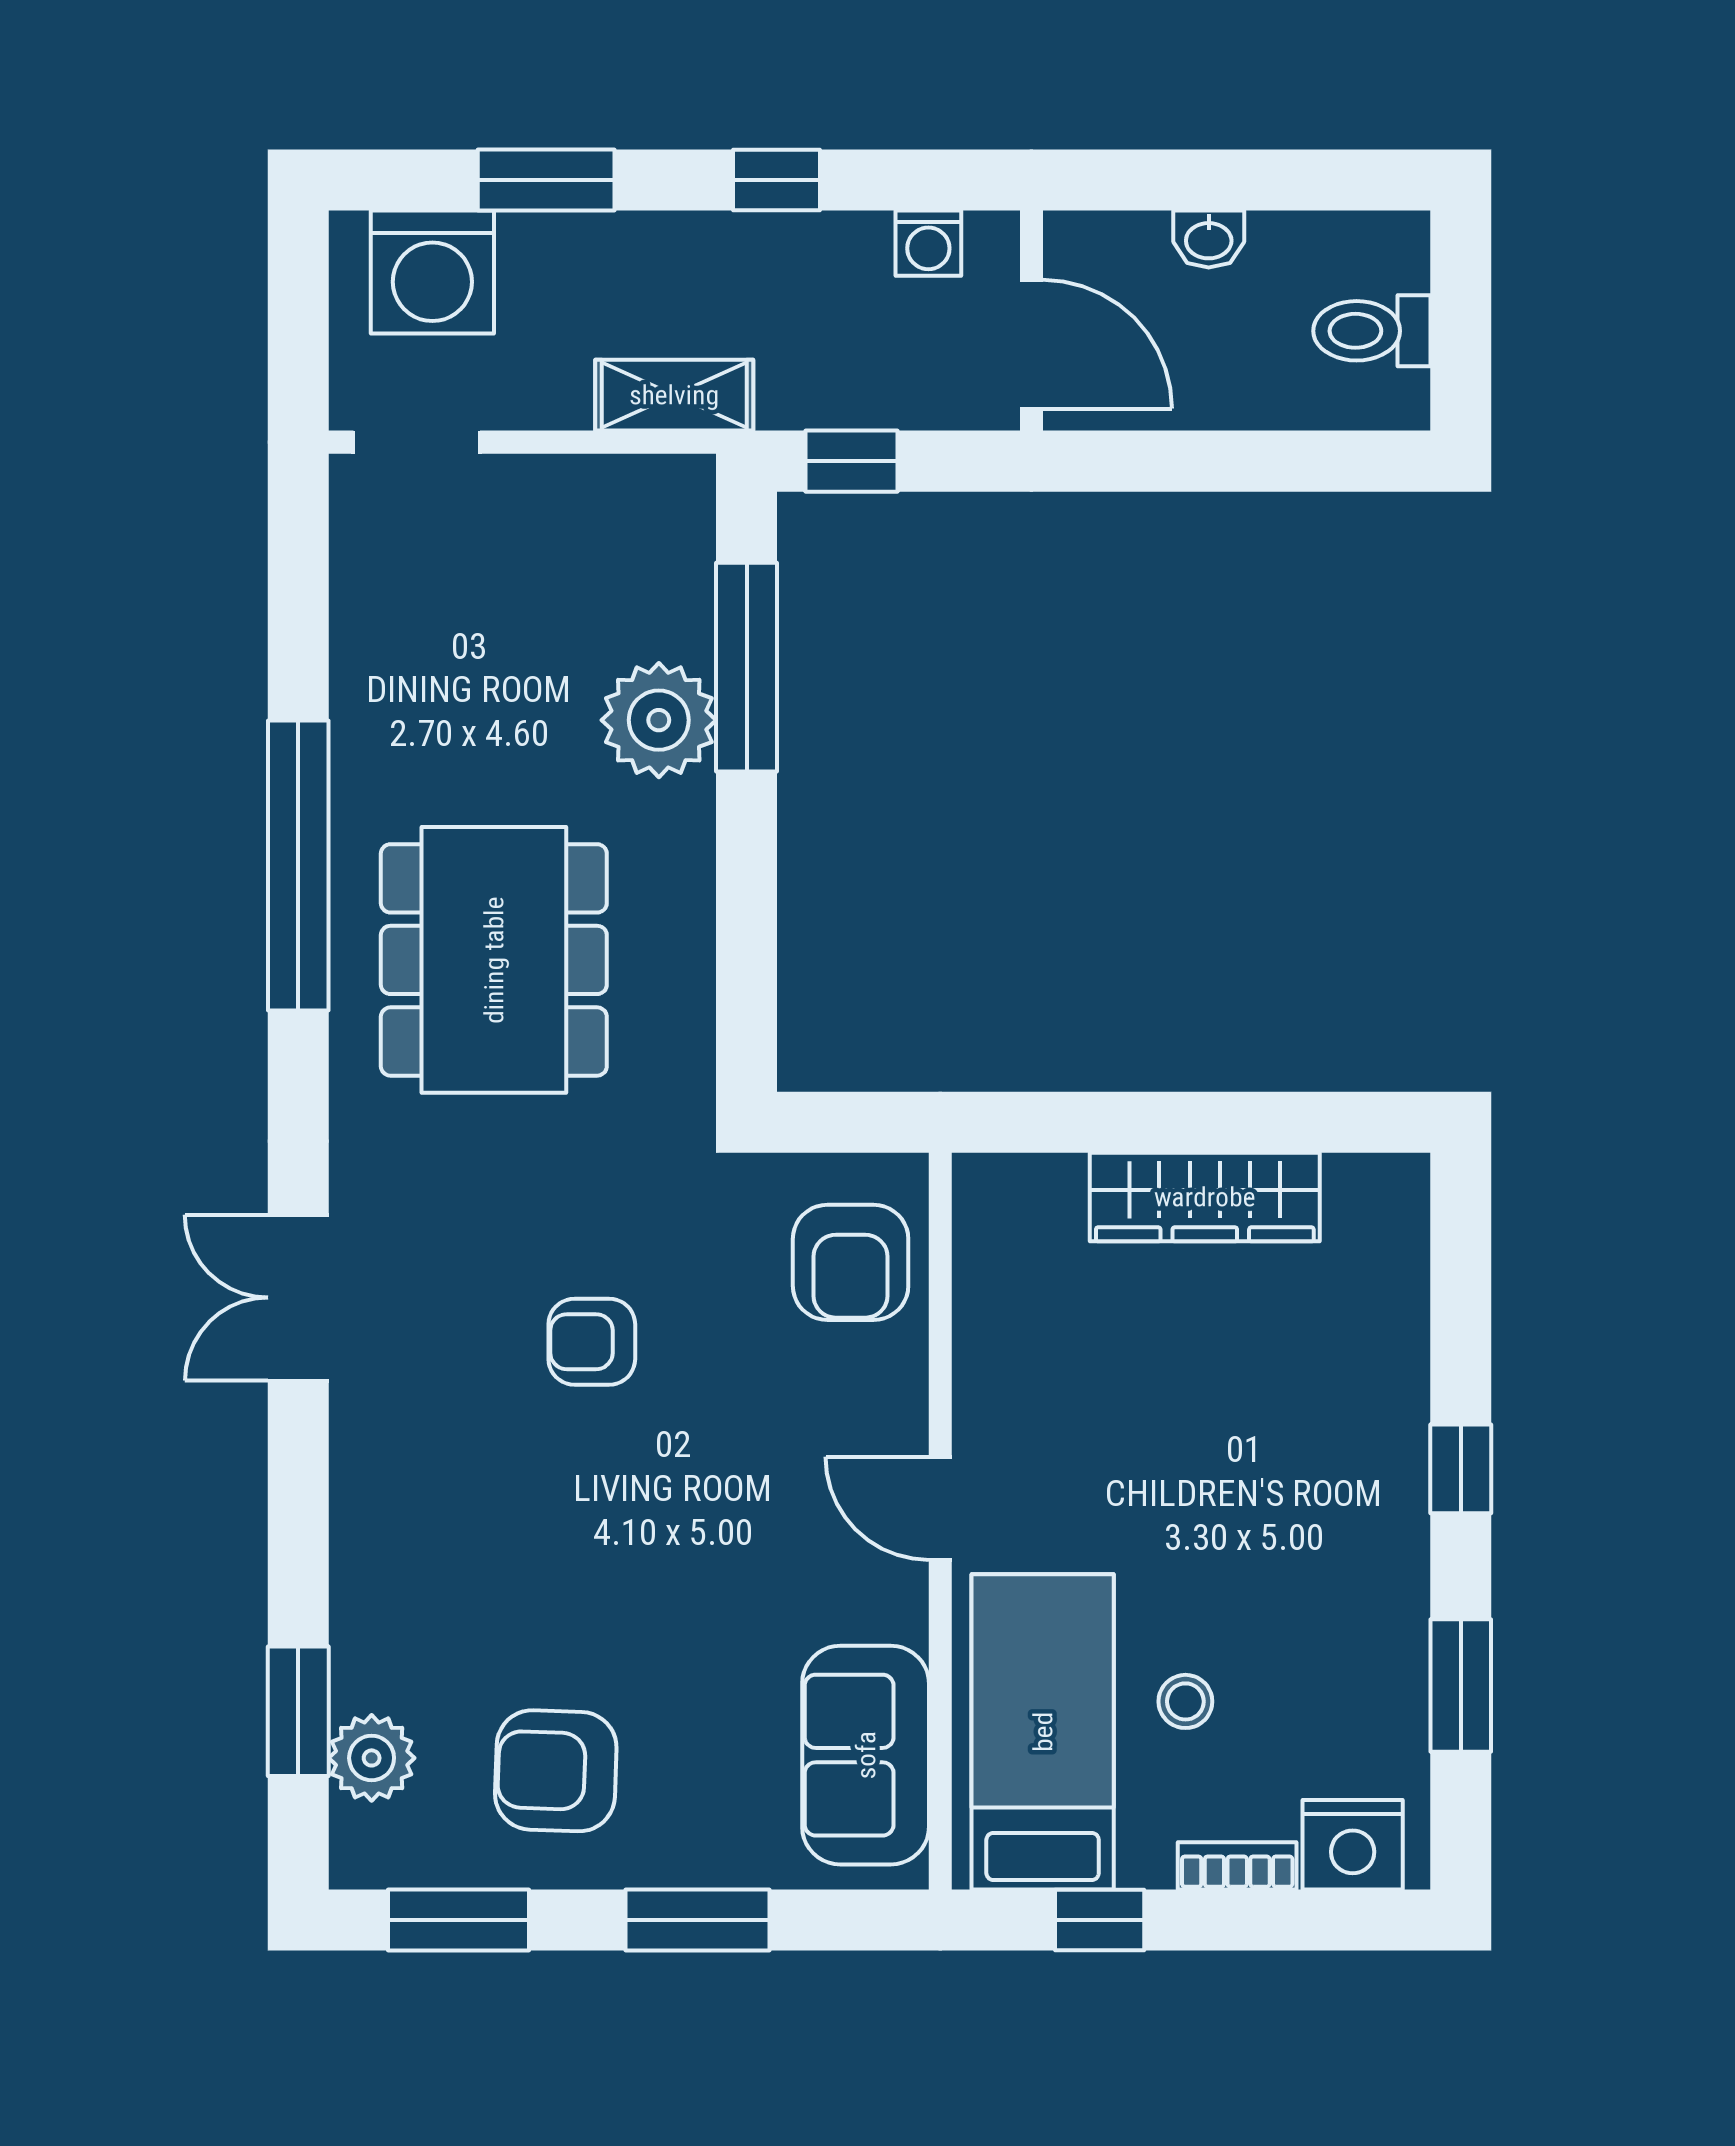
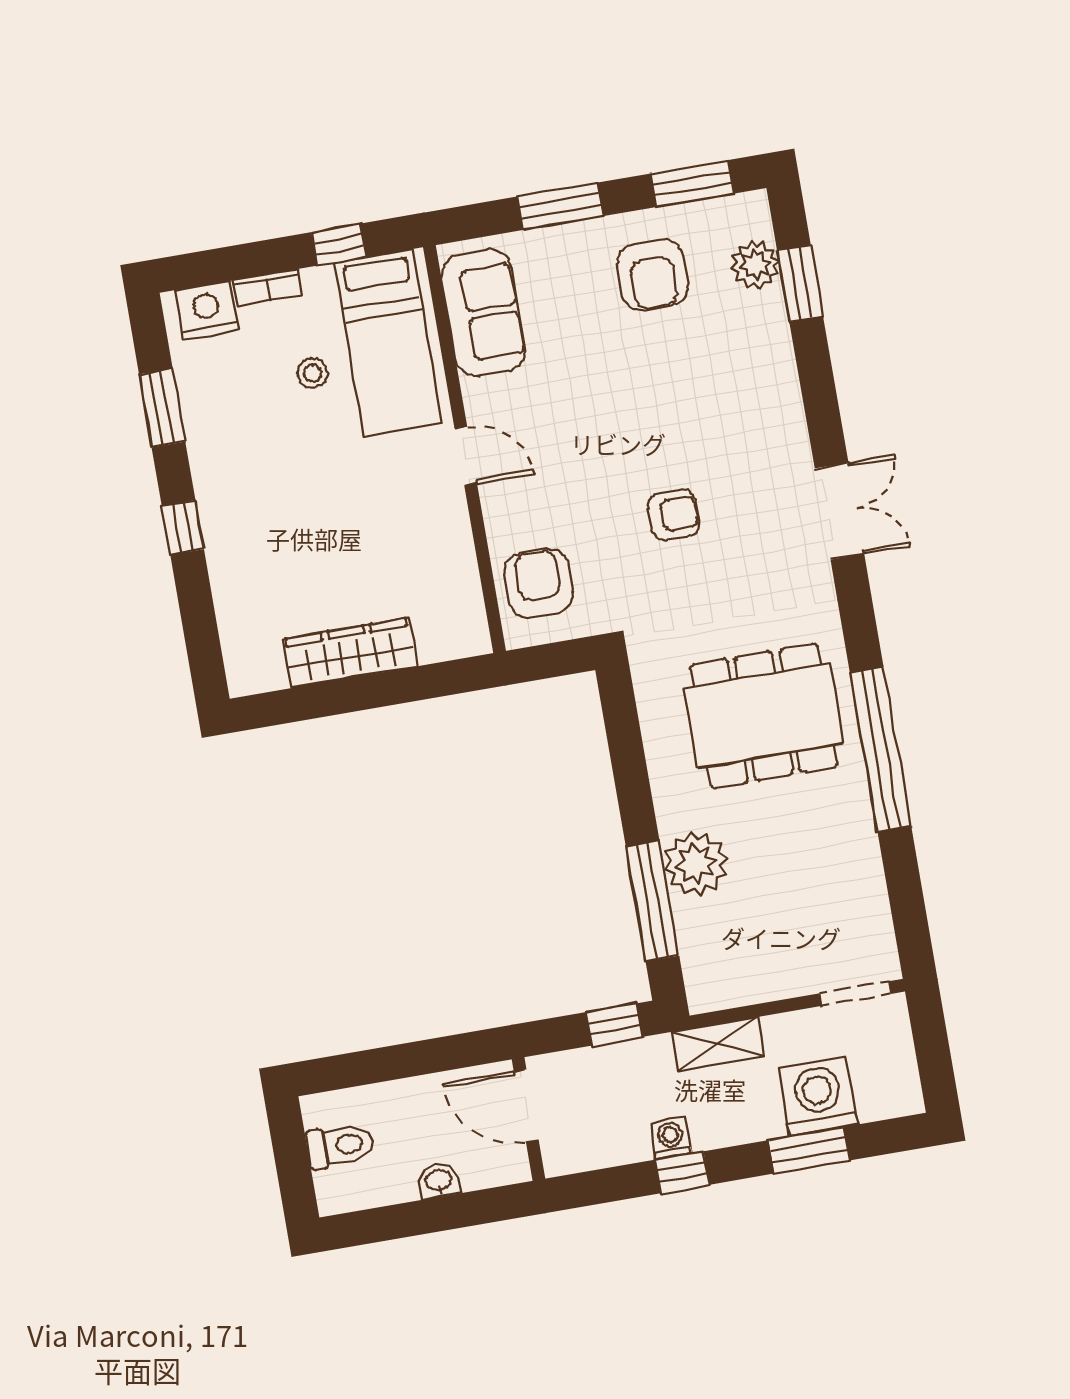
washing machine: (928, 243) -> (671, 1138), moved
washing machine: (432, 272) -> (818, 1097), moved
dining table: (494, 960) -> (764, 716), turned 90
armchair: (556, 1771) -> (653, 275), turned 88

